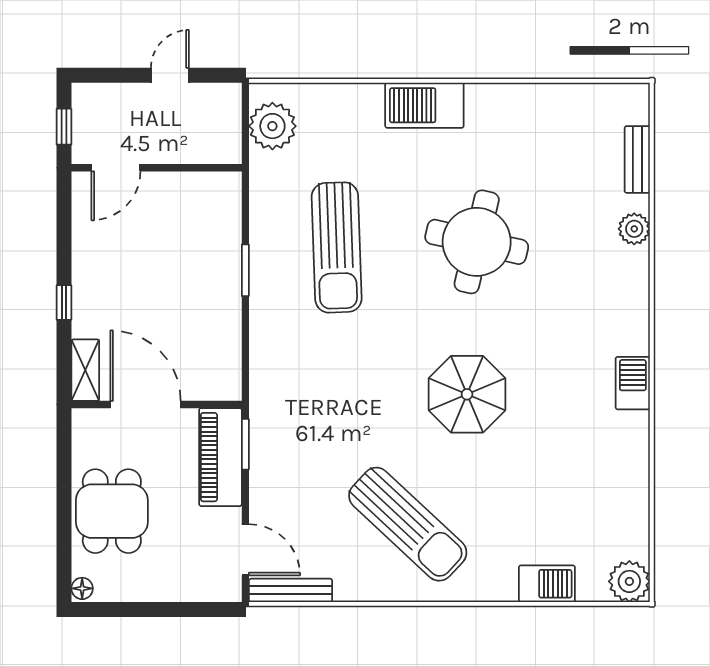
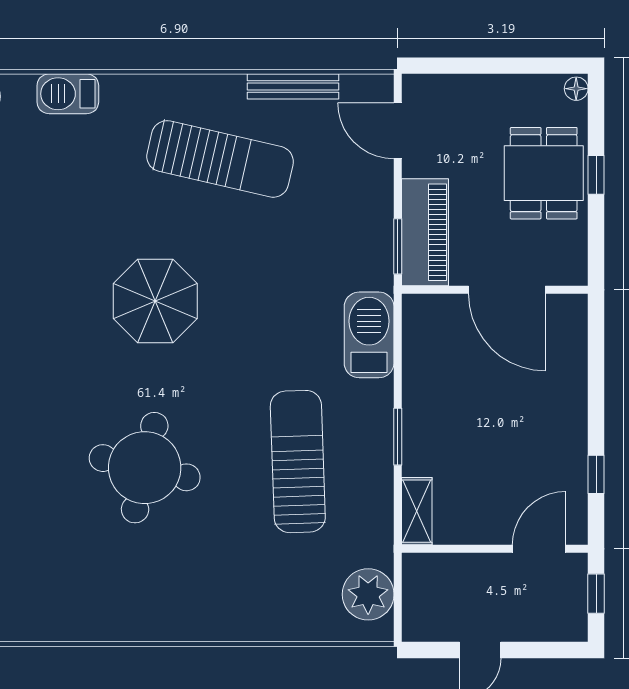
barbecue: (424, 105) -> (369, 335), moved, turned -90
window: (64, 302) -> (596, 474), moved
shelving: (85, 370) -> (417, 511), moved
window: (64, 510) -> (596, 175), added
sun lounger: (408, 524) -> (220, 159), turned 150
bench: (291, 590) -> (293, 86), moved

